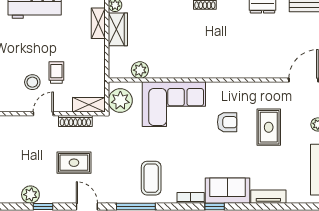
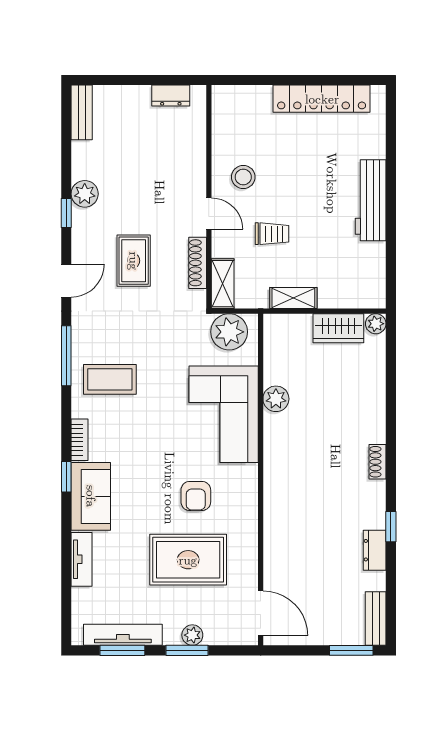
shelving: (98, 23) -> (293, 298), moved
plant: (140, 70) -> (276, 399), moved
stool: (32, 82) -> (243, 177), moved
rug: (269, 127) -> (188, 560), width x1.36, depth x1.43

